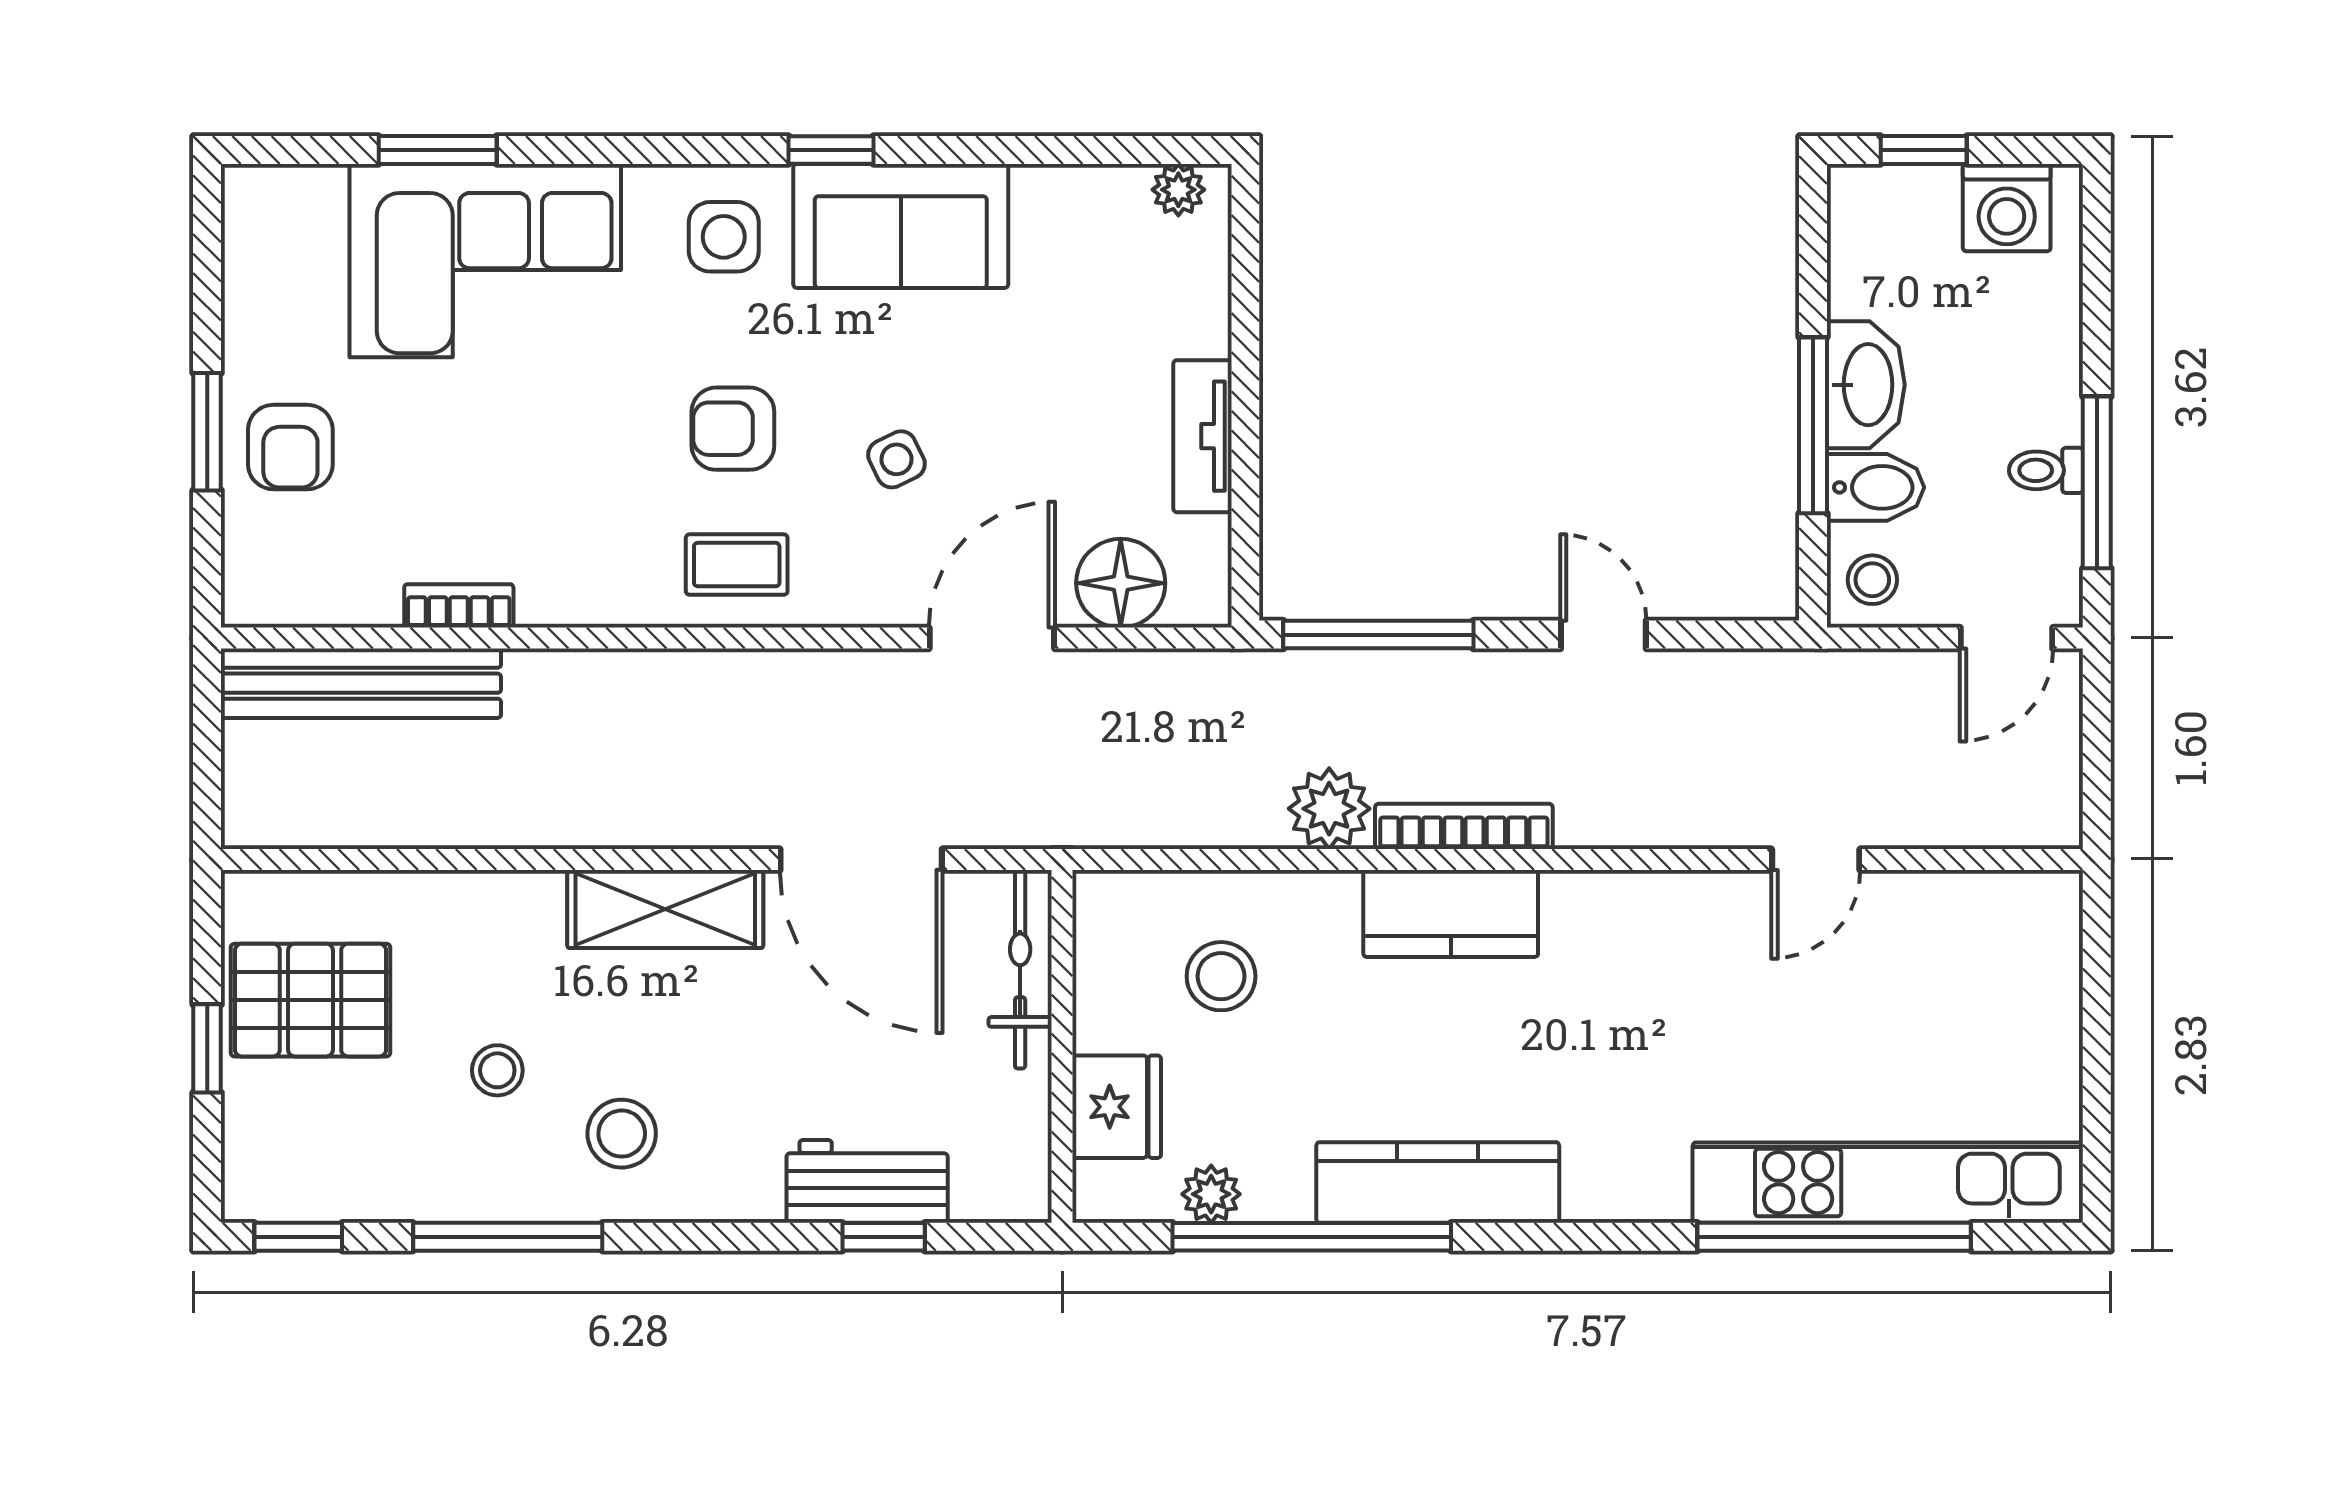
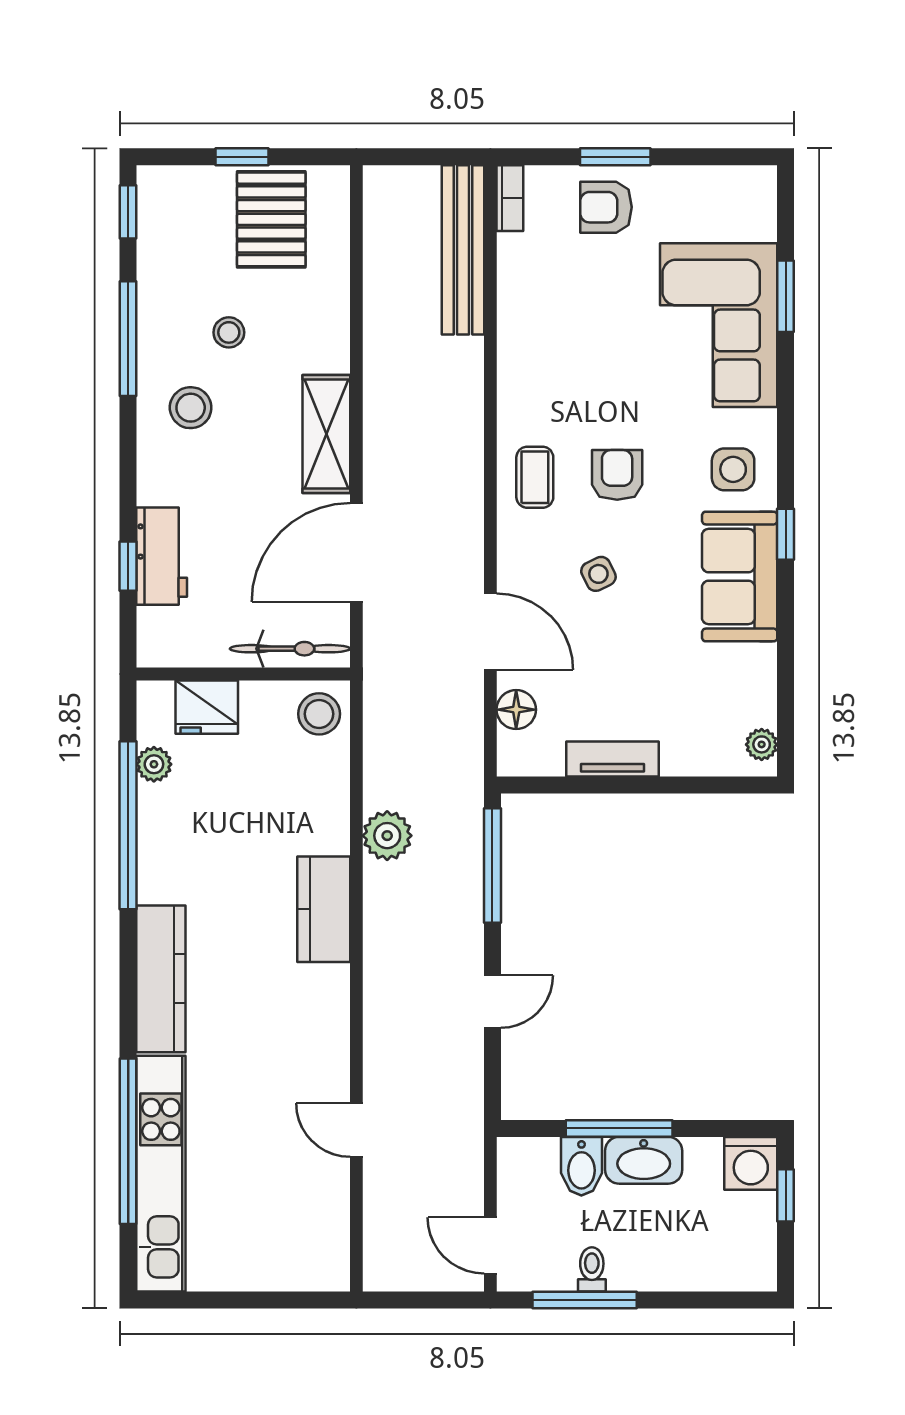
washing machine: (2007, 208) -> (751, 1163), moved, turned -90
stool: (1872, 580) -> (526, 1164), removed
floor lamp: (1121, 583) -> (516, 710), width x0.73, depth x0.73
bookcase: (459, 606) -> (510, 198), moved
bookcase: (1464, 826) -> (376, 917), removed
stool: (1221, 976) -> (319, 714), moved
kitchen counter: (1438, 1182) -> (161, 979), moved

